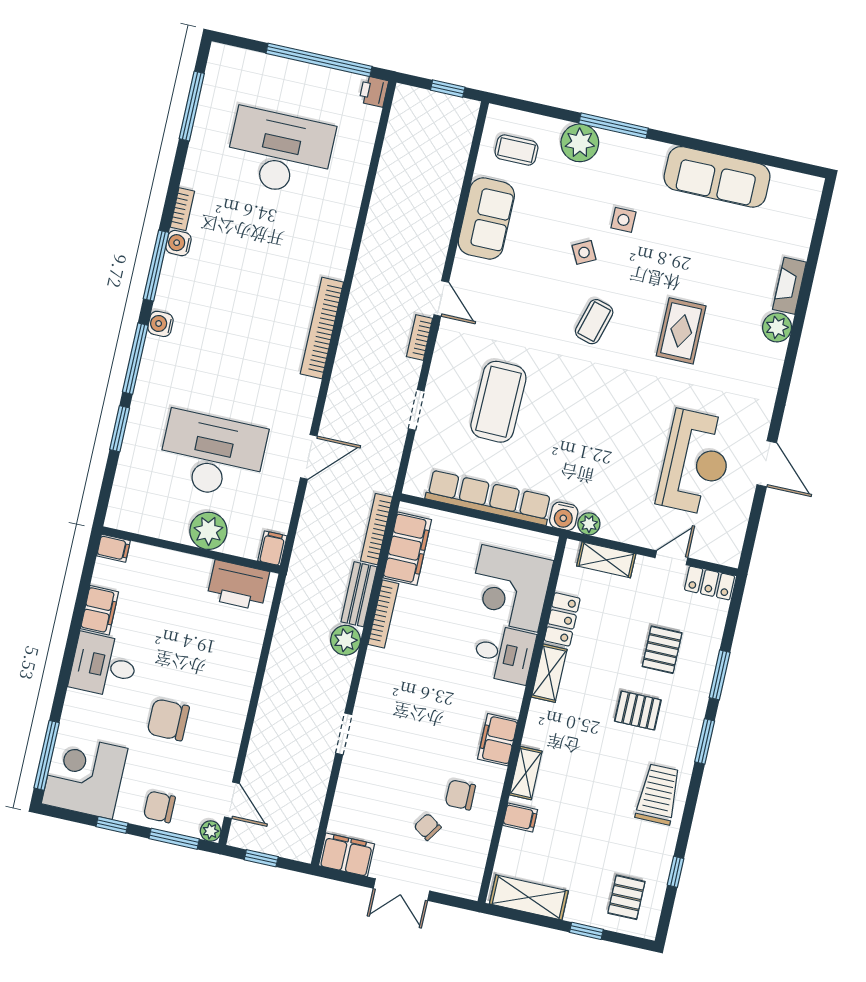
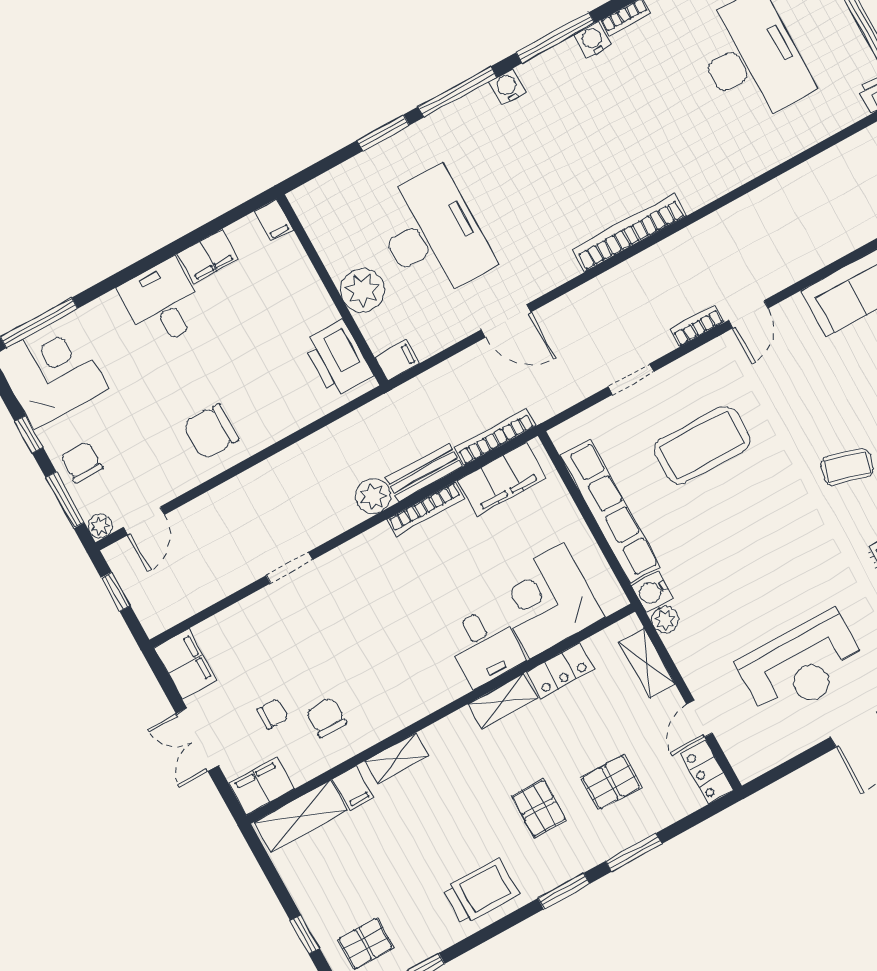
door: (671, 558) -> (699, 719), swing flipped
chair: (168, 720) -> (211, 432), moved, turned -90
filing cabinet: (498, 740) -> (262, 786), moved
chair: (428, 827) -> (273, 714), turned 56
shelving: (529, 897) -> (301, 816), moved, turned 90

